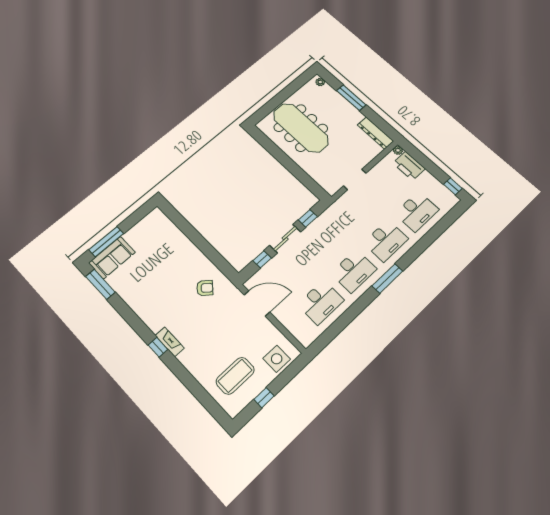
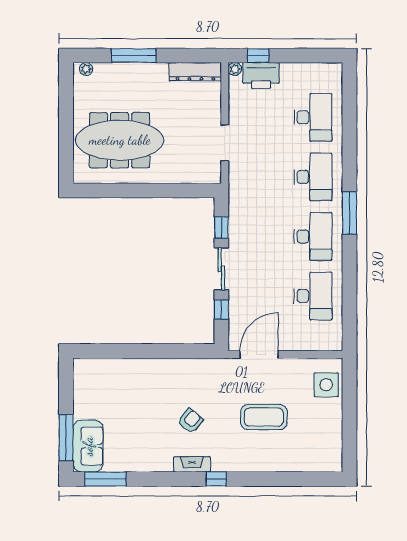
window: (453, 186) -> (258, 56), moved
armchair: (205, 288) -> (190, 421), moved
fireplace: (170, 342) -> (192, 464), moved
coffee table: (235, 376) -> (264, 417), moved, turned 90
window: (264, 398) -> (349, 428), removed

